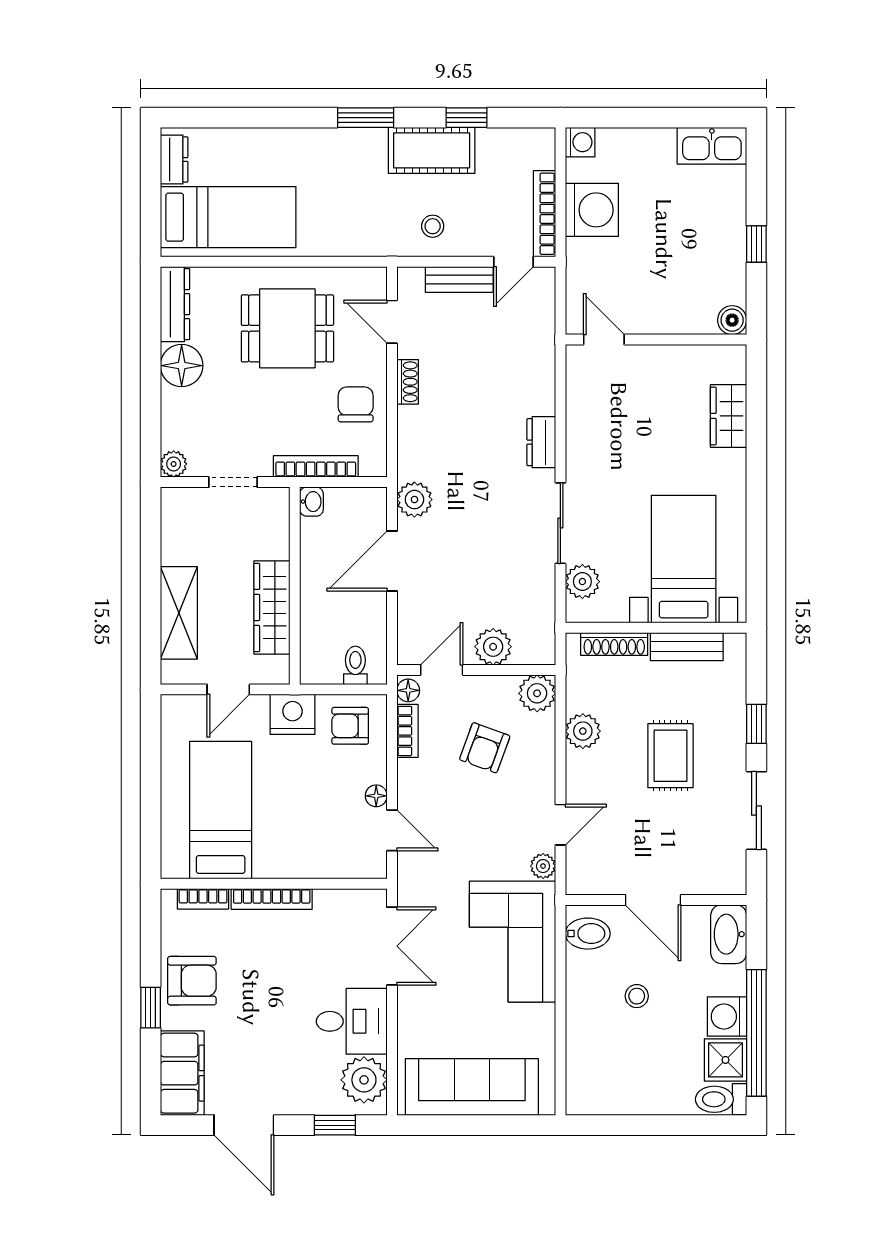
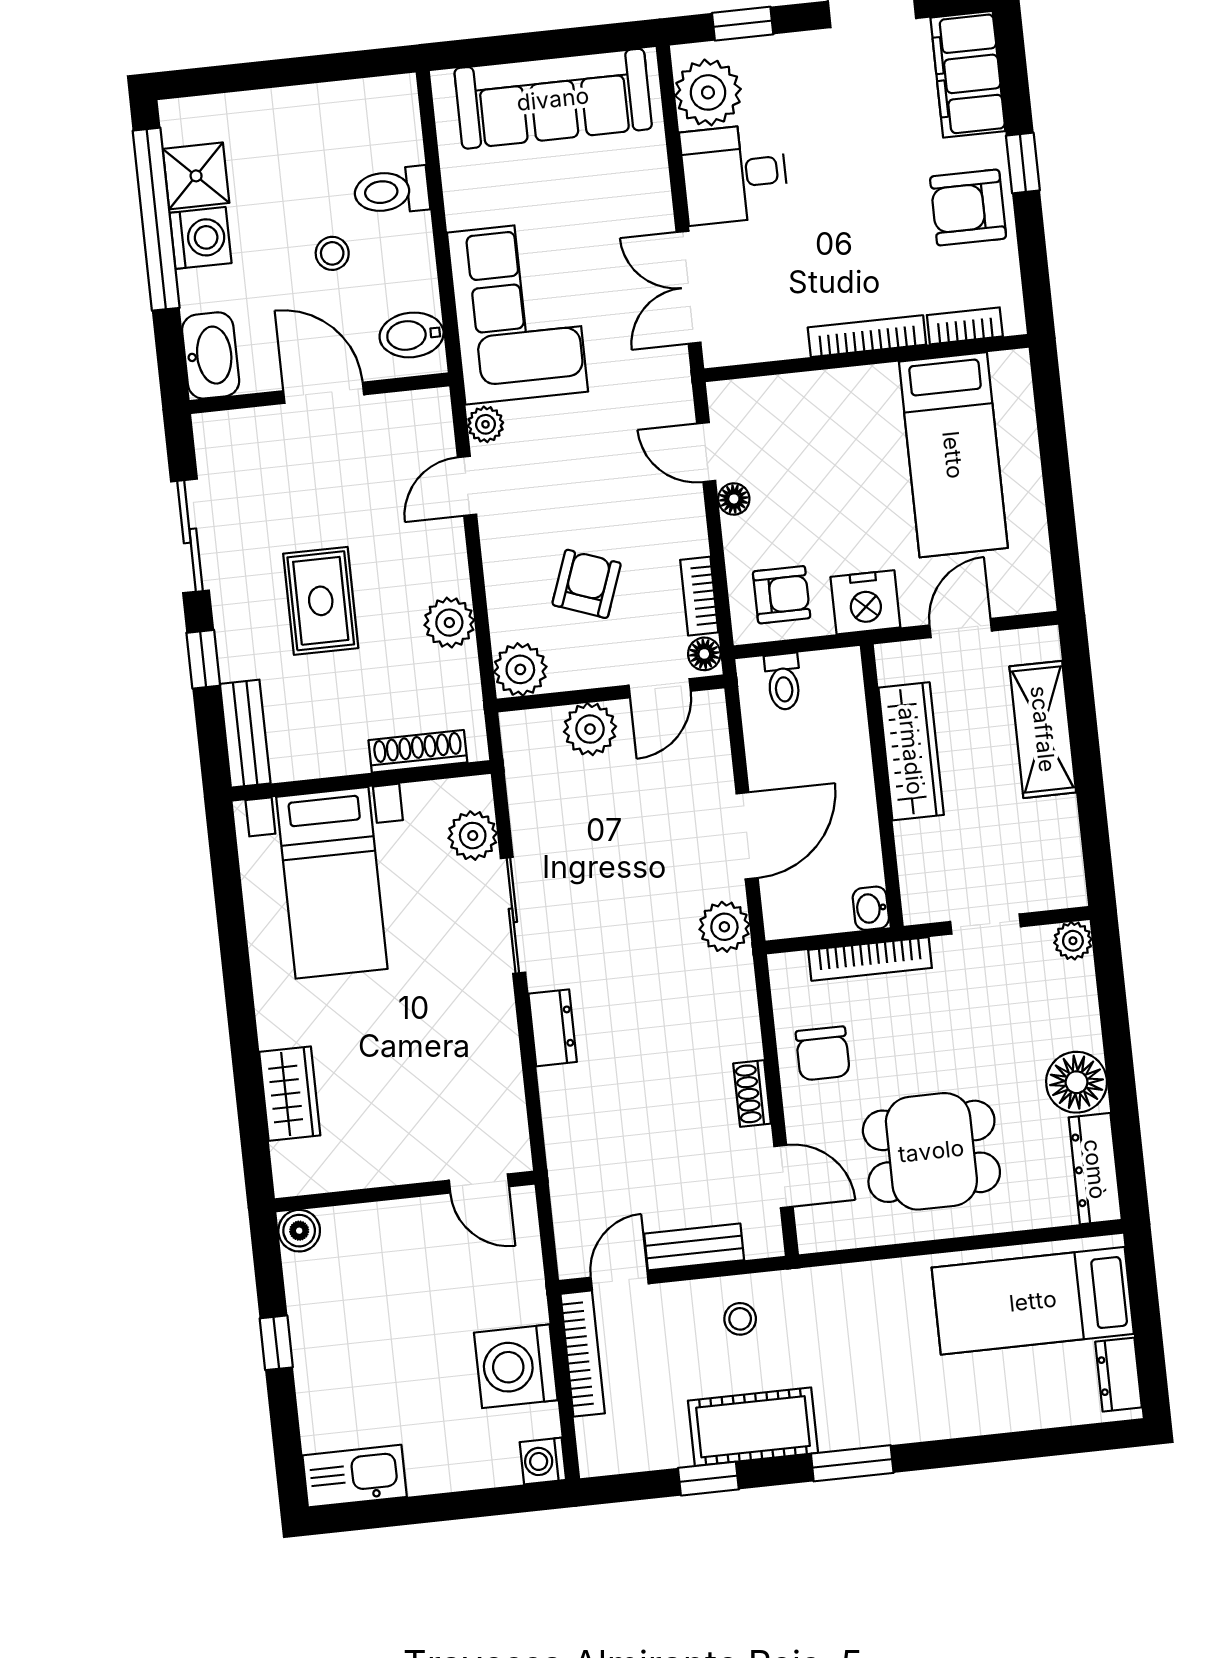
bench: (687, 647) -> (245, 734), moved, turned 90
toilet: (721, 1099) -> (392, 191), moved, turned 180

